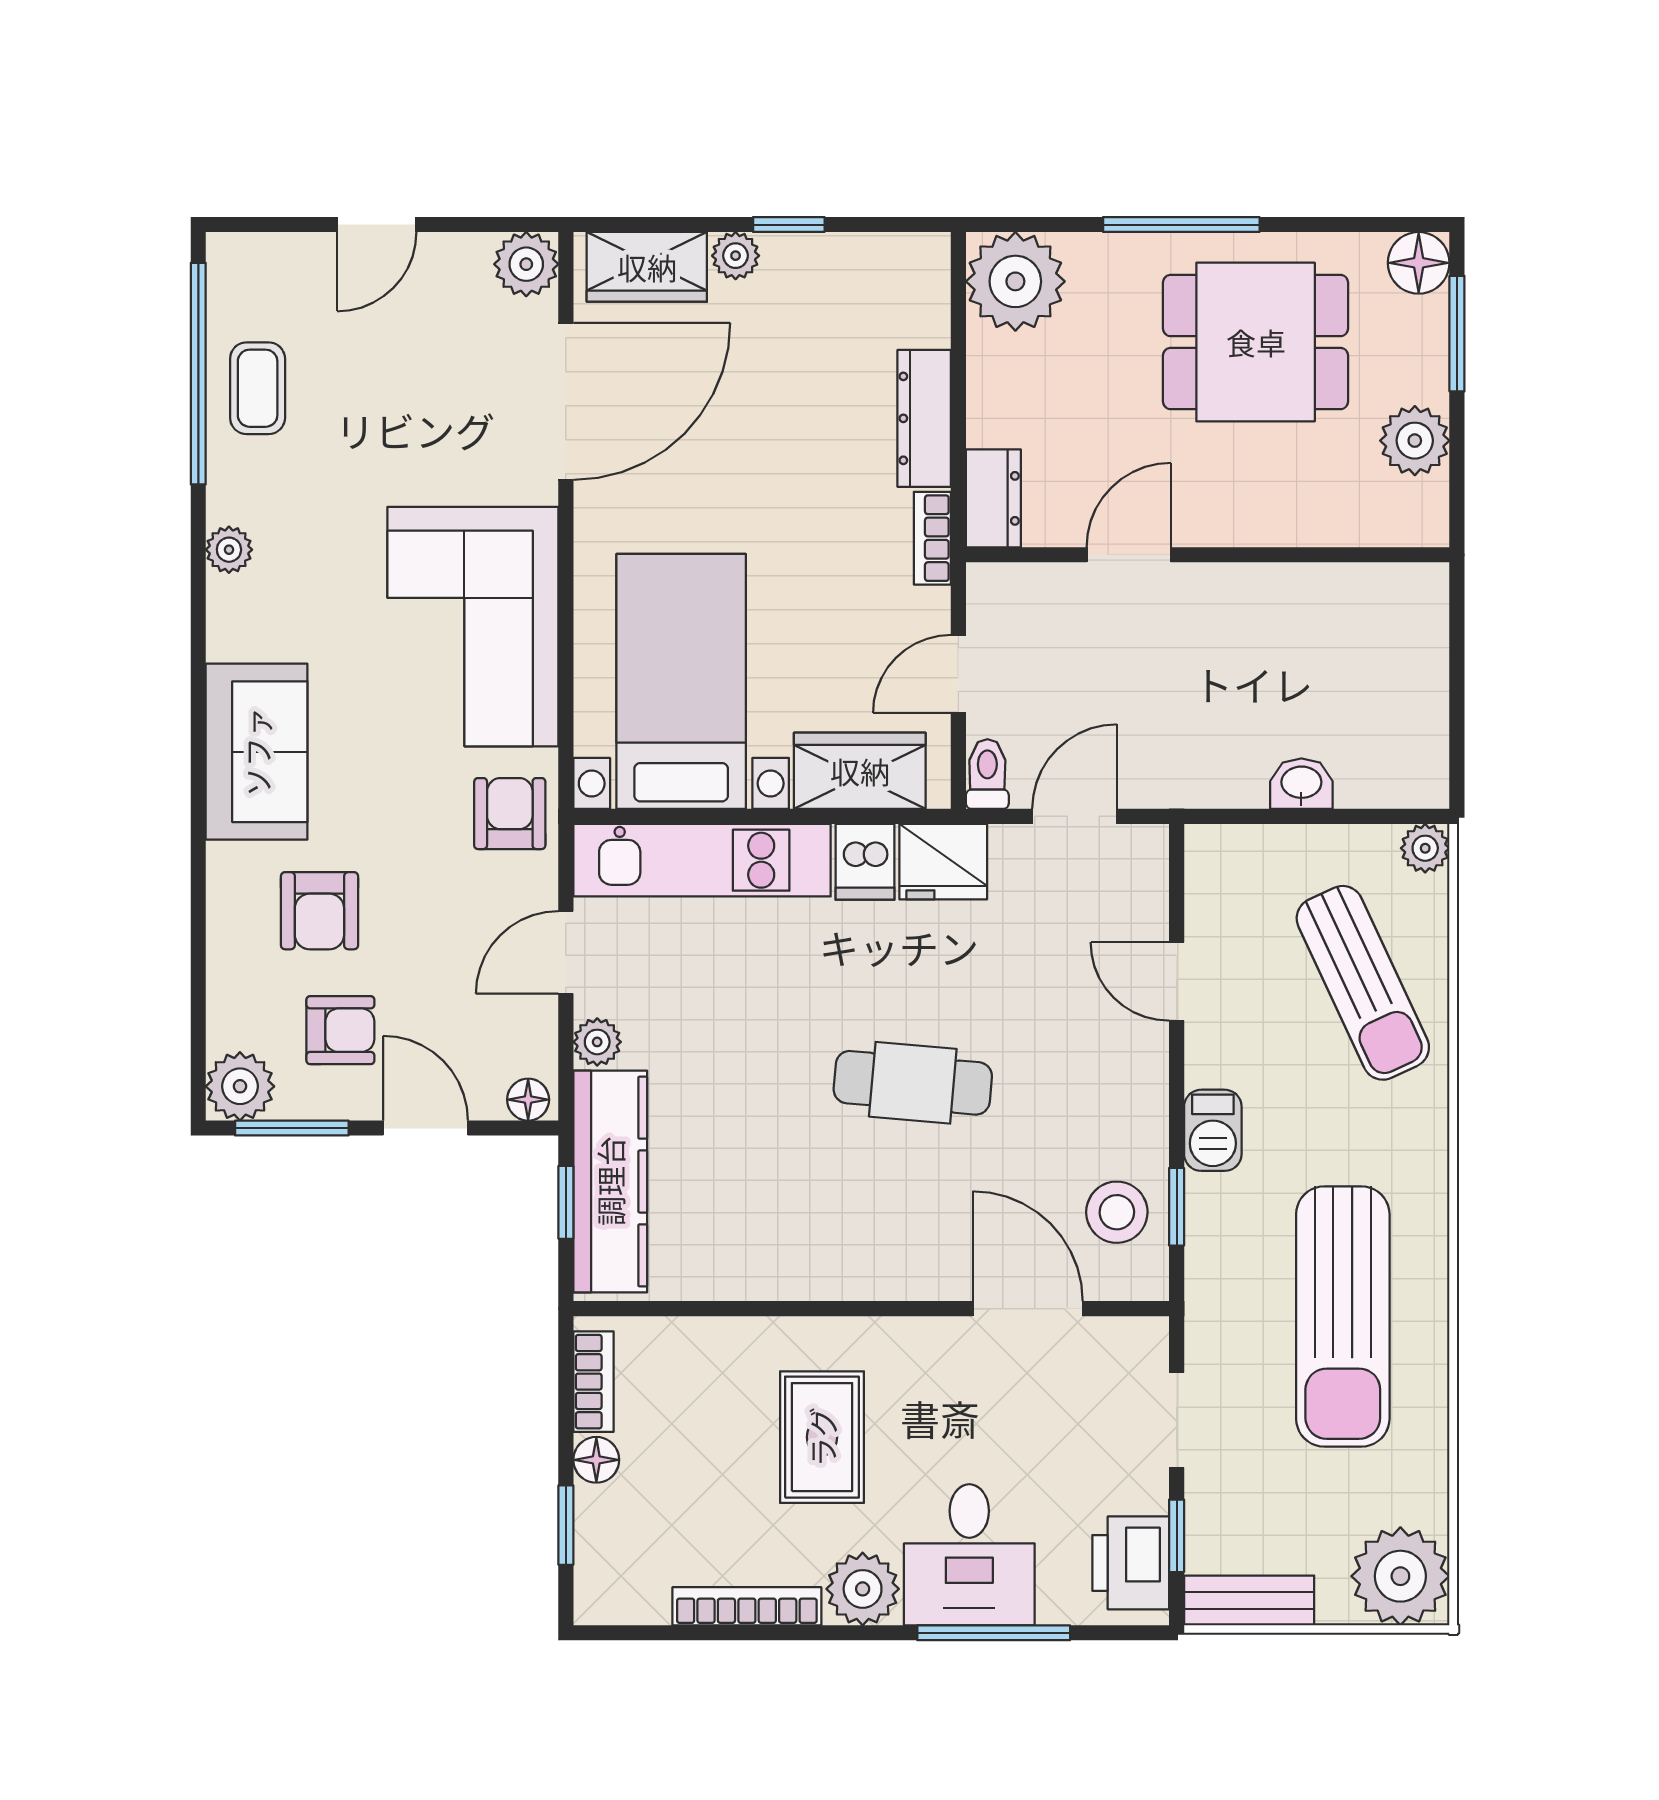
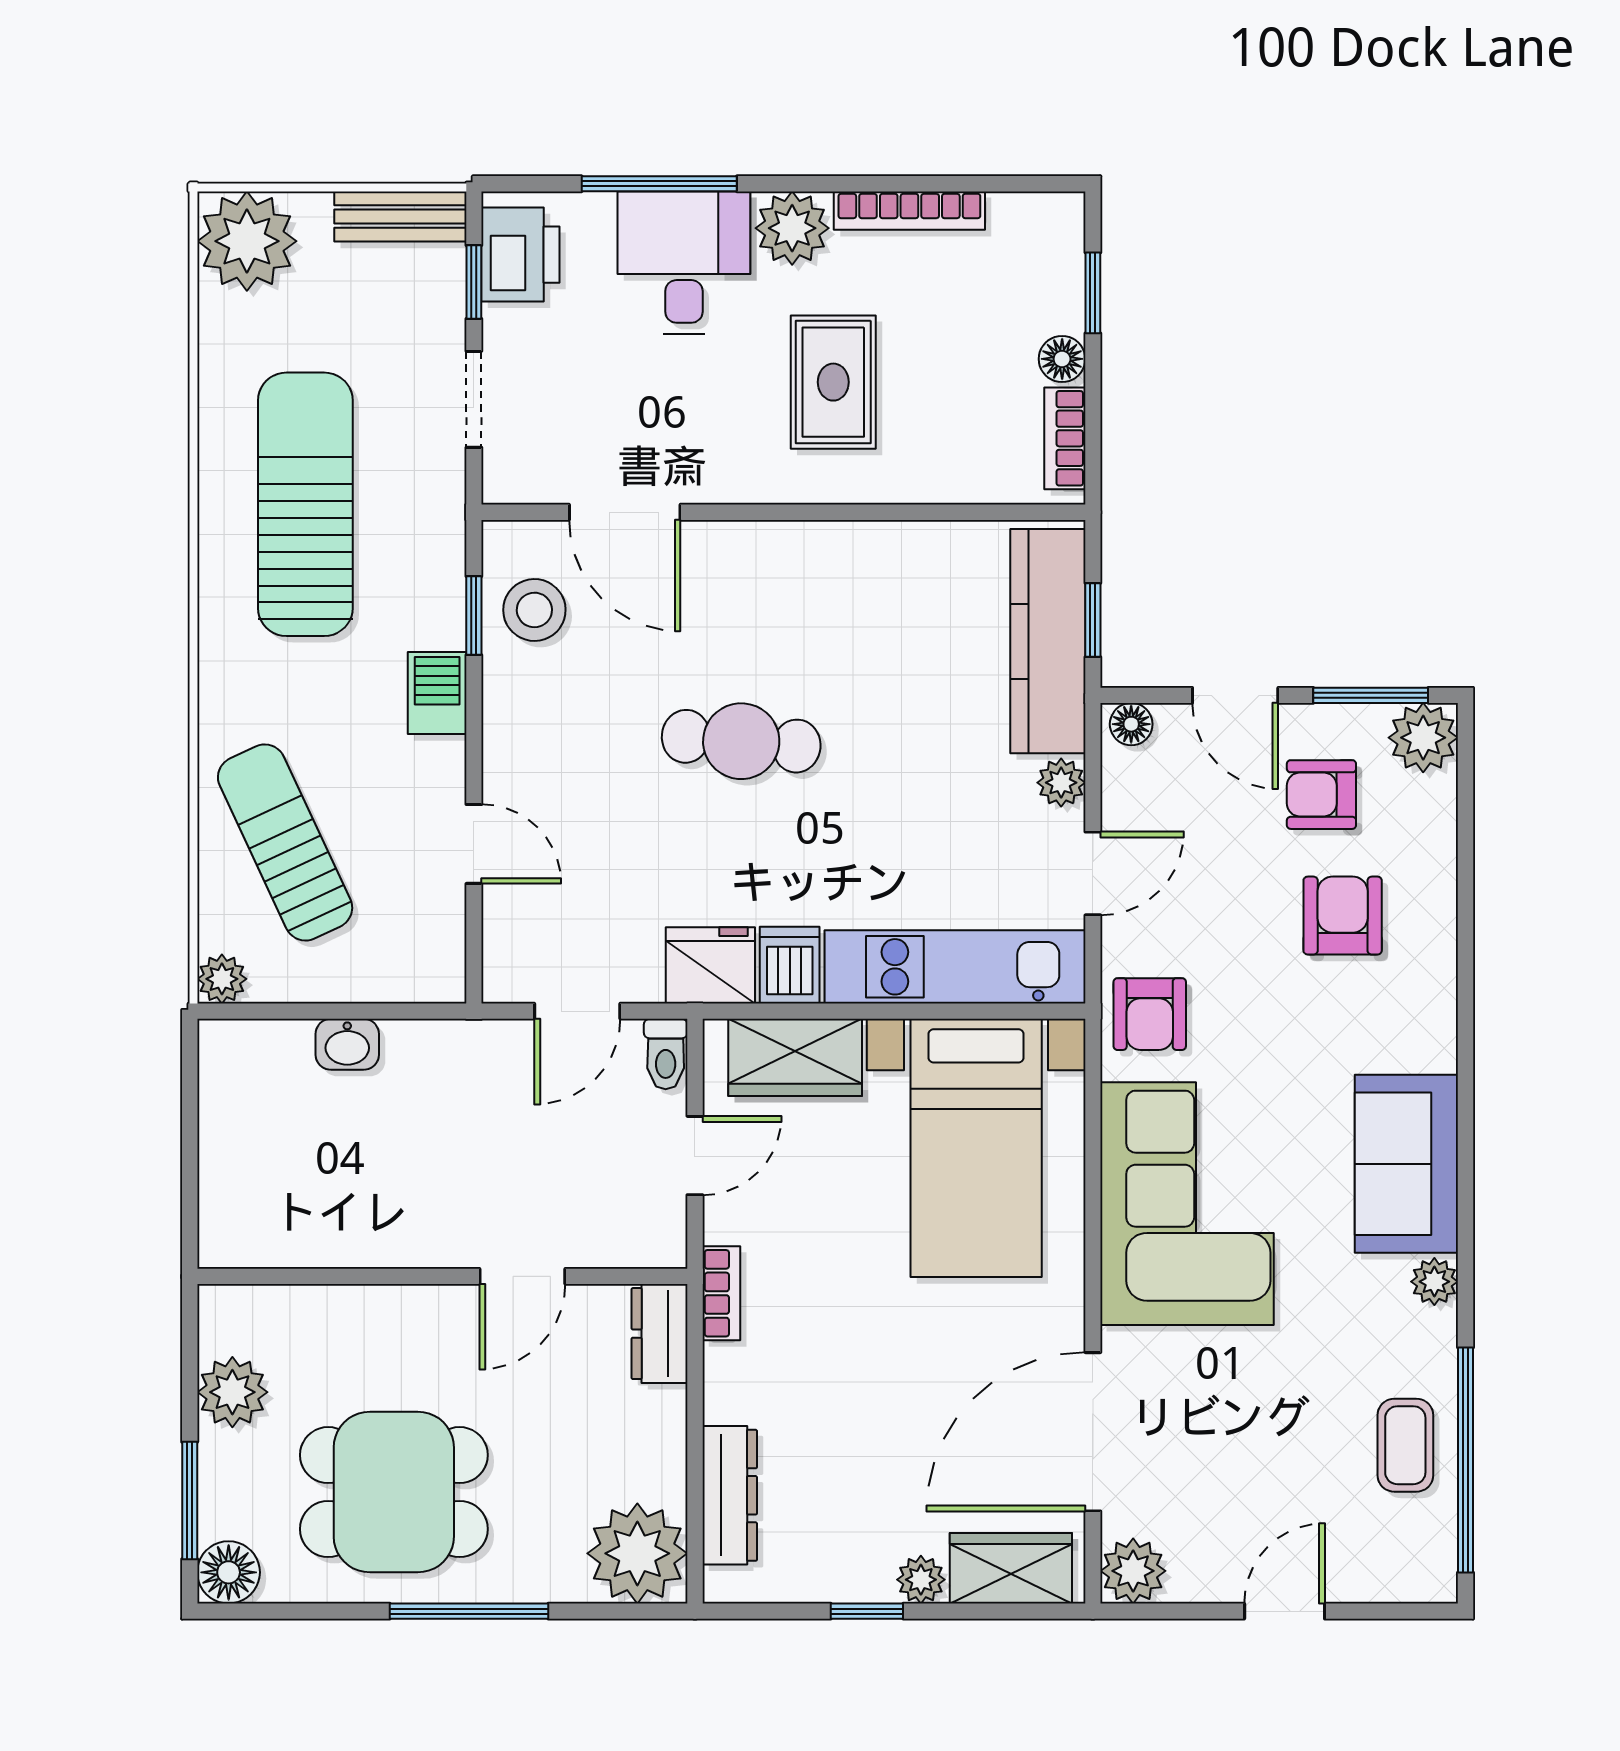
dresser: (924, 418) -> (730, 1495), moved
sofa: (257, 752) -> (1406, 1164), moved

